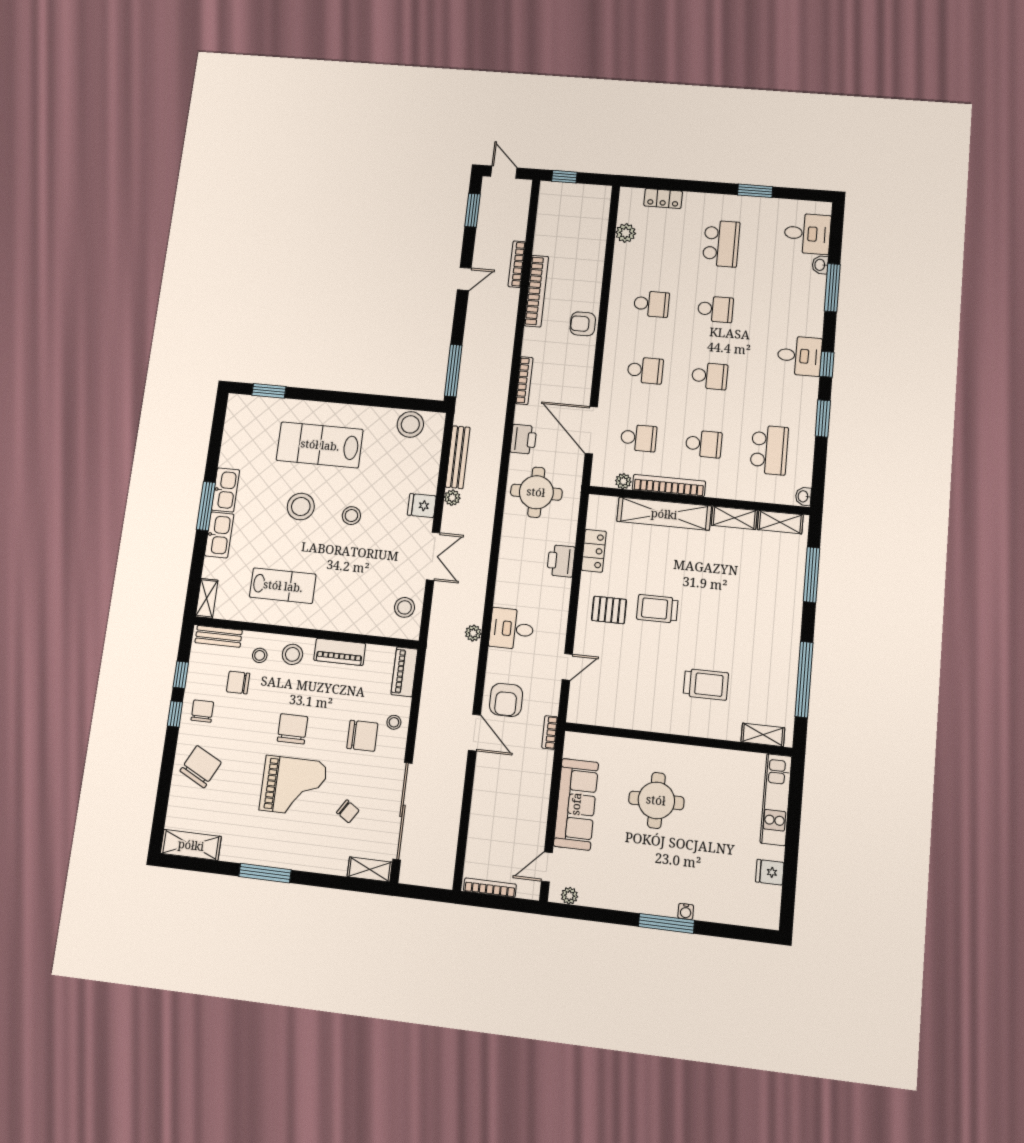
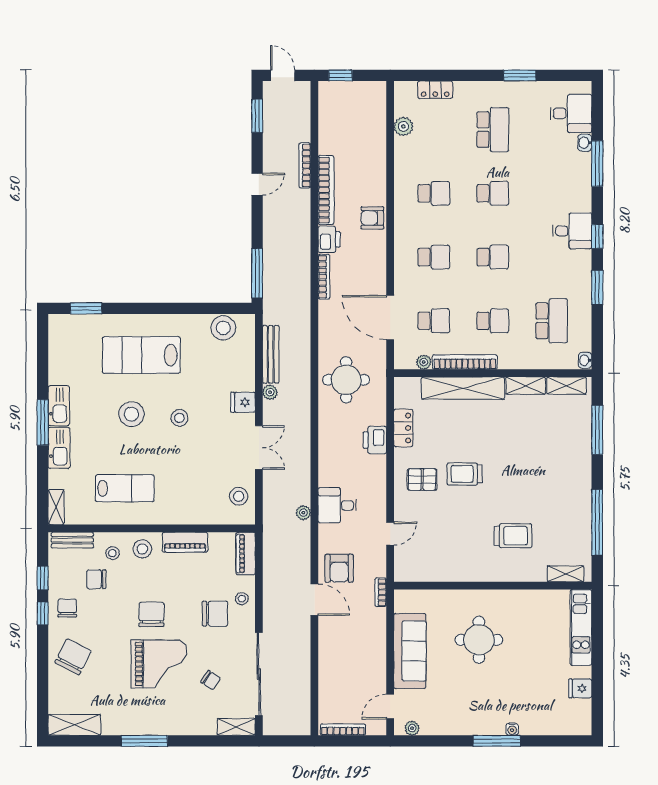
printer: (523, 439) -> (329, 239), moved

